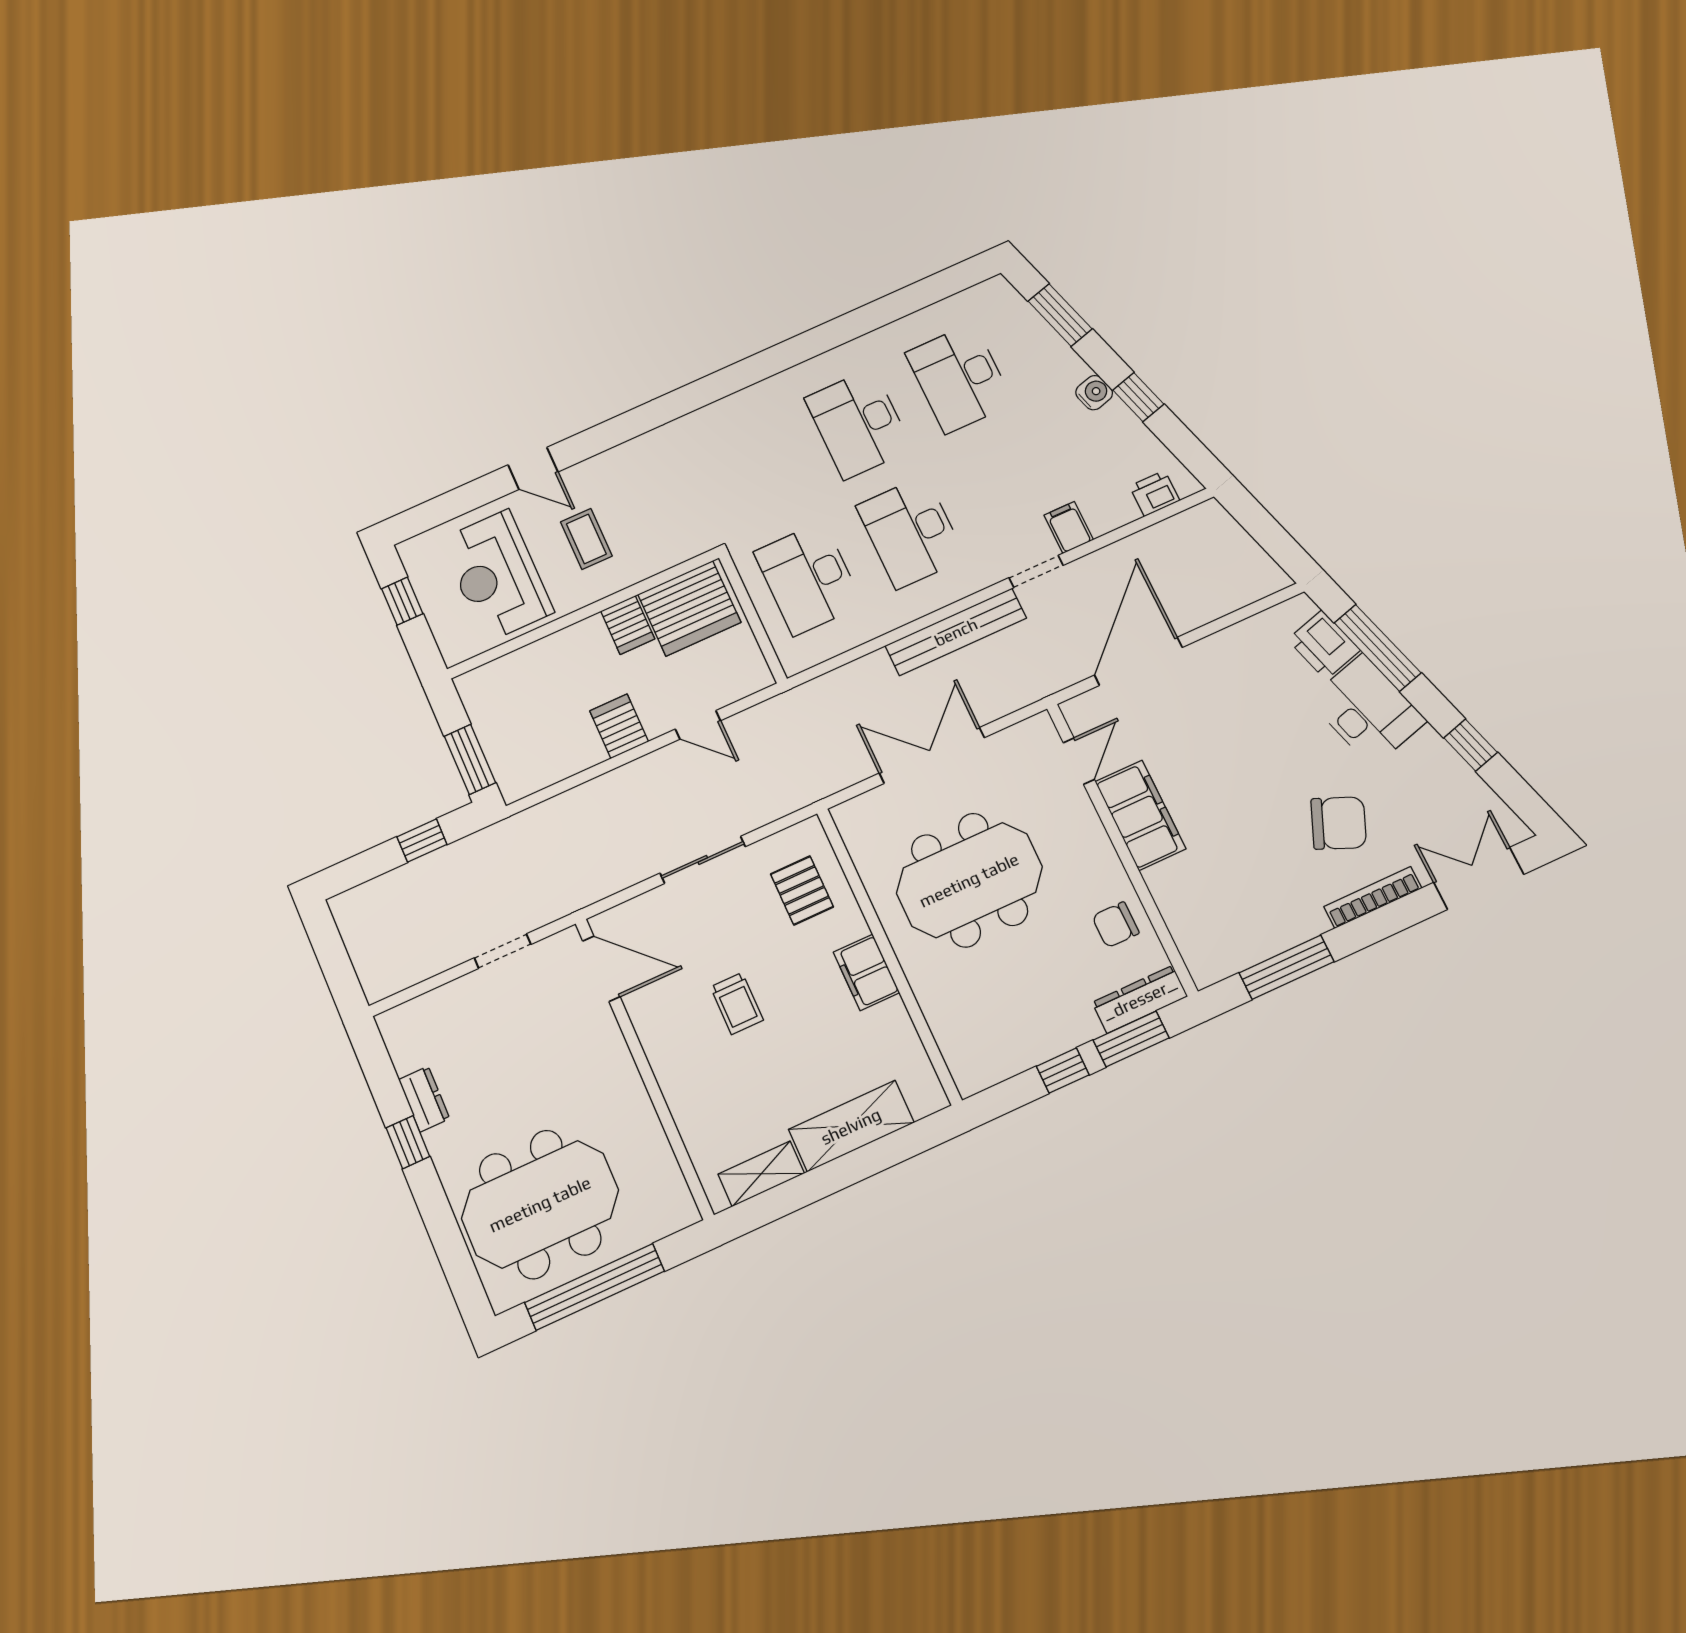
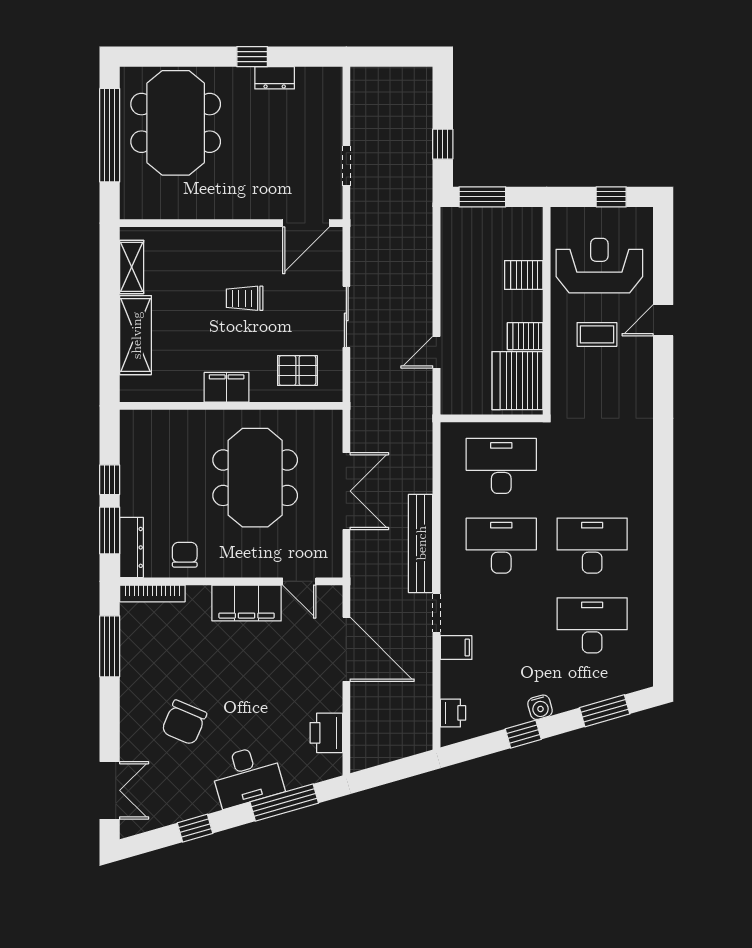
printer: (1324, 645) -> (326, 733), moved, turned -74
server rack: (619, 726) -> (524, 275), moved, turned 180
bookcase: (1373, 897) -> (152, 593), moved, turned 90

